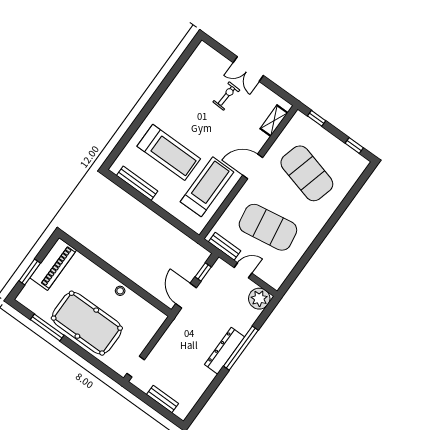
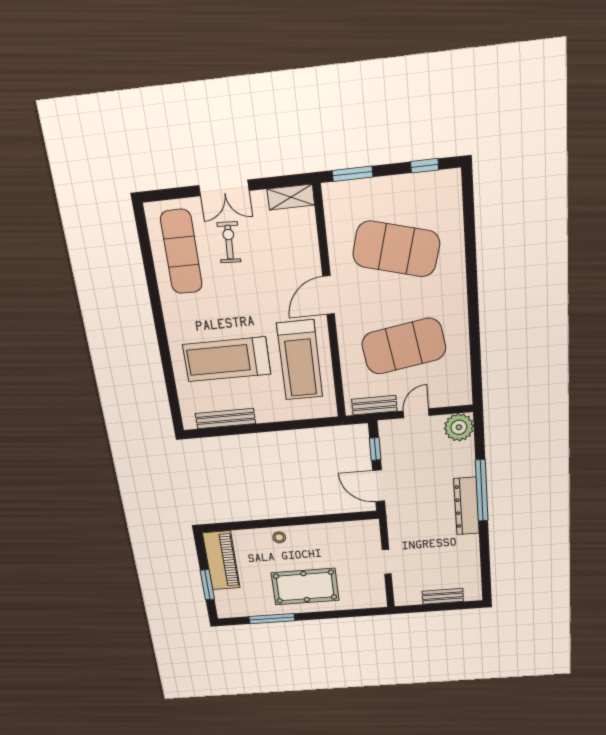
exercise mat: (198, 79) -> (181, 252), added
window: (317, 118) -> (353, 174), width x1.50
shelving: (274, 121) -> (291, 197), moved, turned 90
treadmill: (169, 152) -> (227, 359), turned 180
treadmill: (207, 187) -> (300, 360), turned 180
stool: (120, 291) -> (279, 537), moved
pool table: (87, 323) -> (305, 587), width x0.73, depth x0.76
doorway: (136, 367) -> (387, 562), moved

